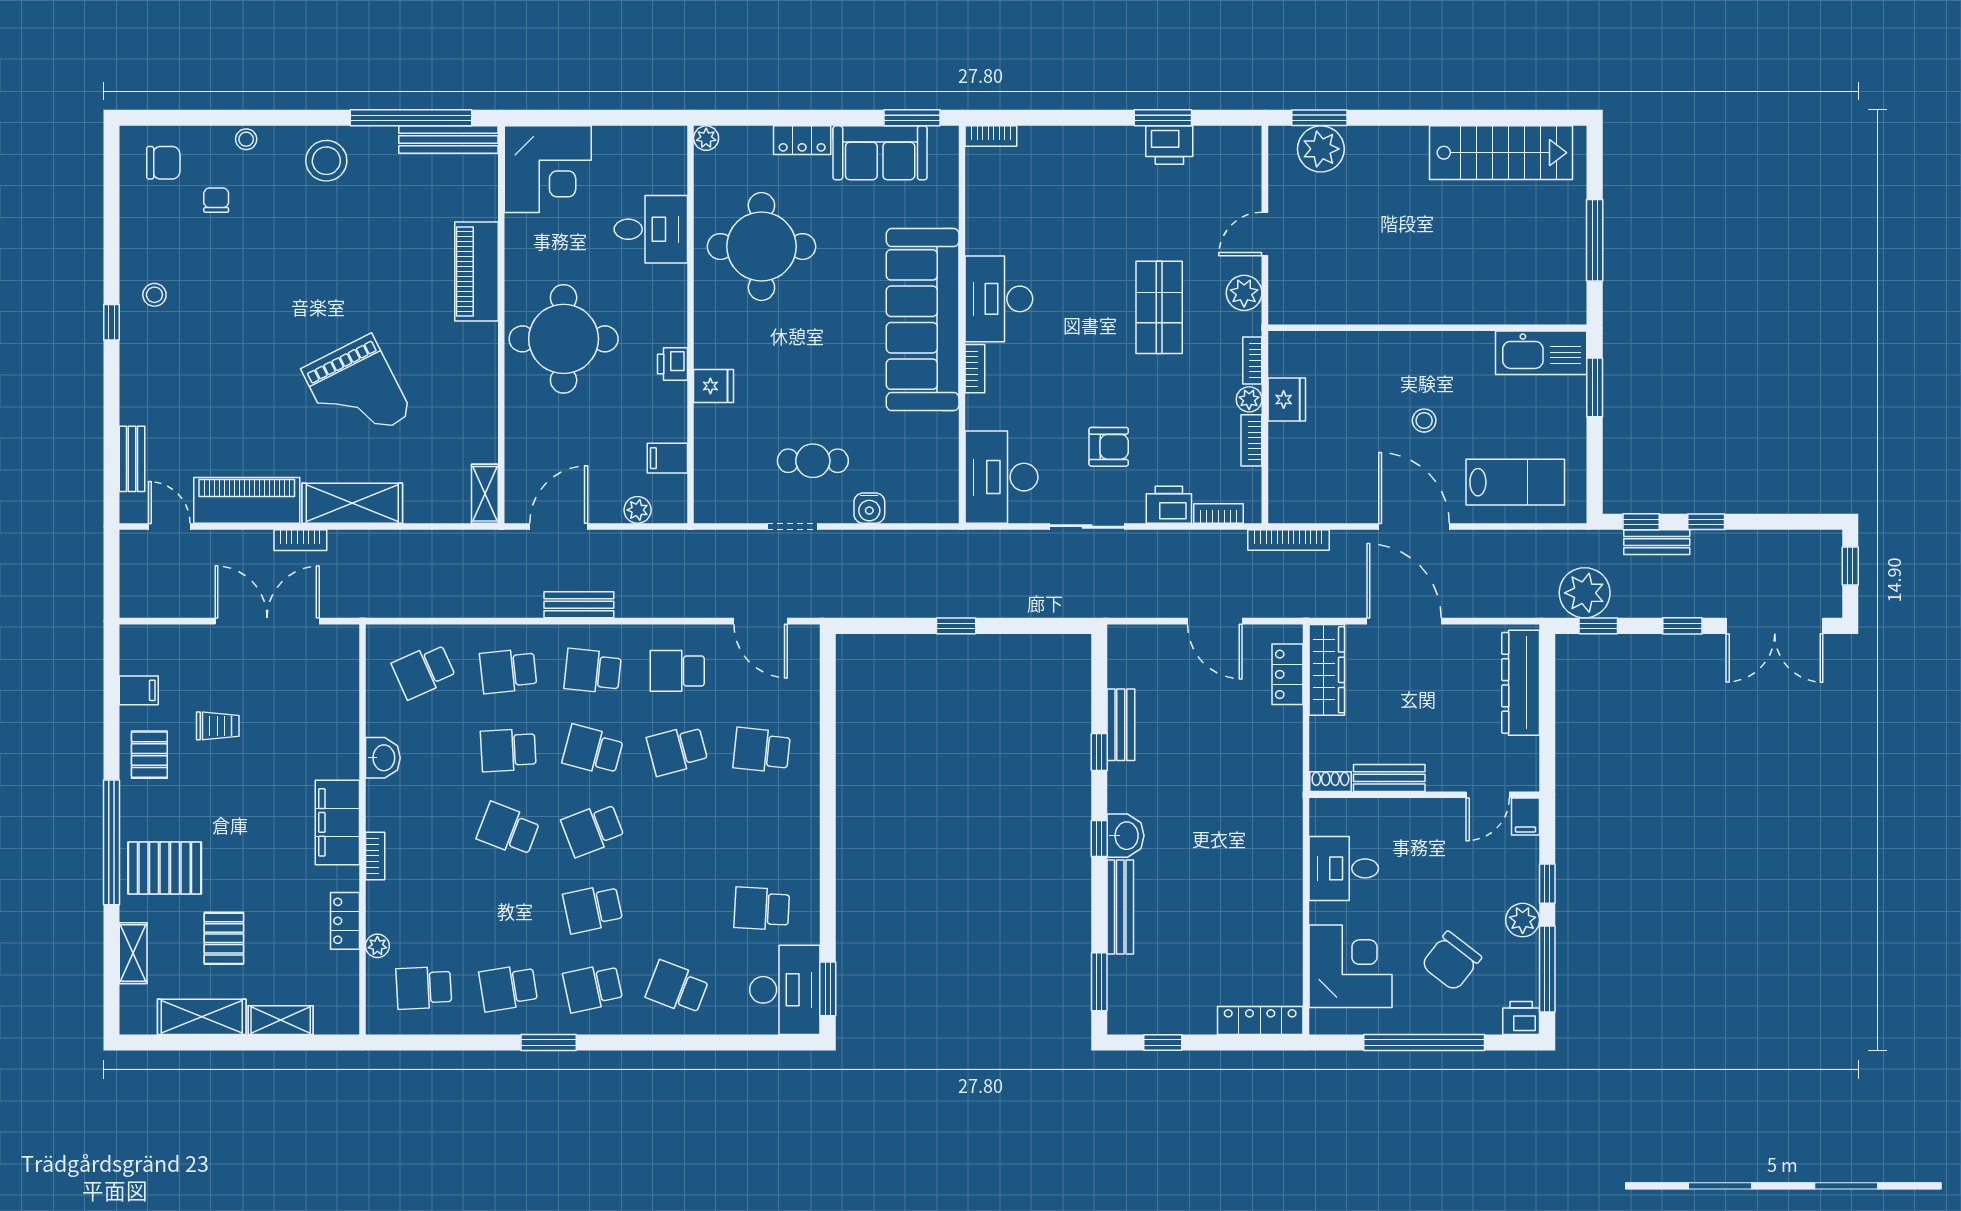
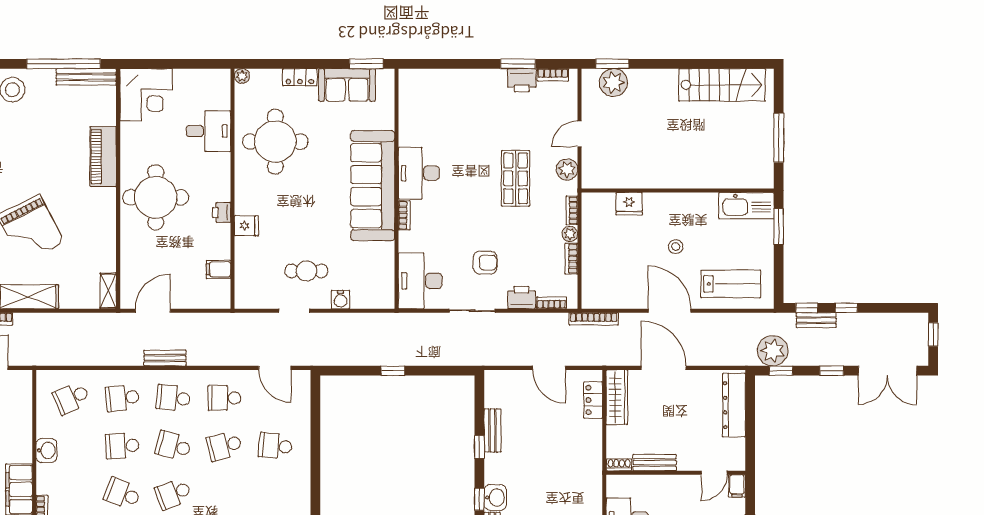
bookcase: (991, 136) -> (553, 75), moved
fridge: (1287, 400) -> (629, 204), moved, turned 90
plant: (638, 510) -> (200, 301), removed

